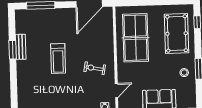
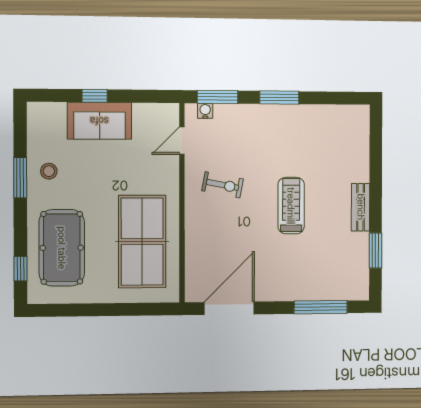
bench: (21, 47) -> (361, 207), moved
window: (13, 50) -> (375, 250), moved

